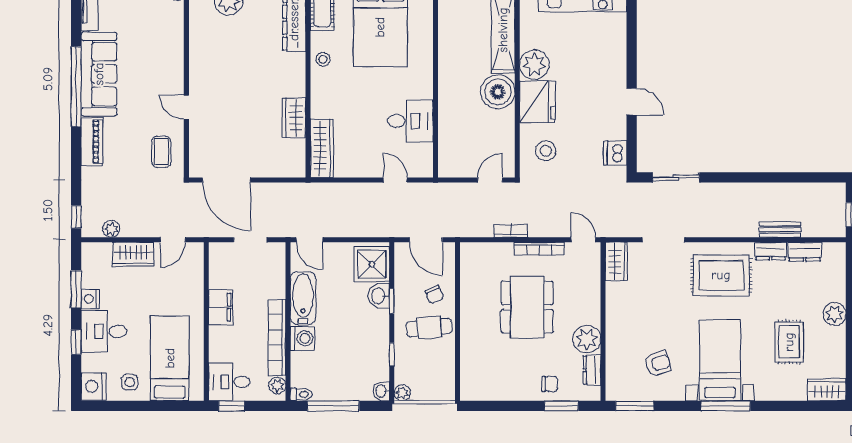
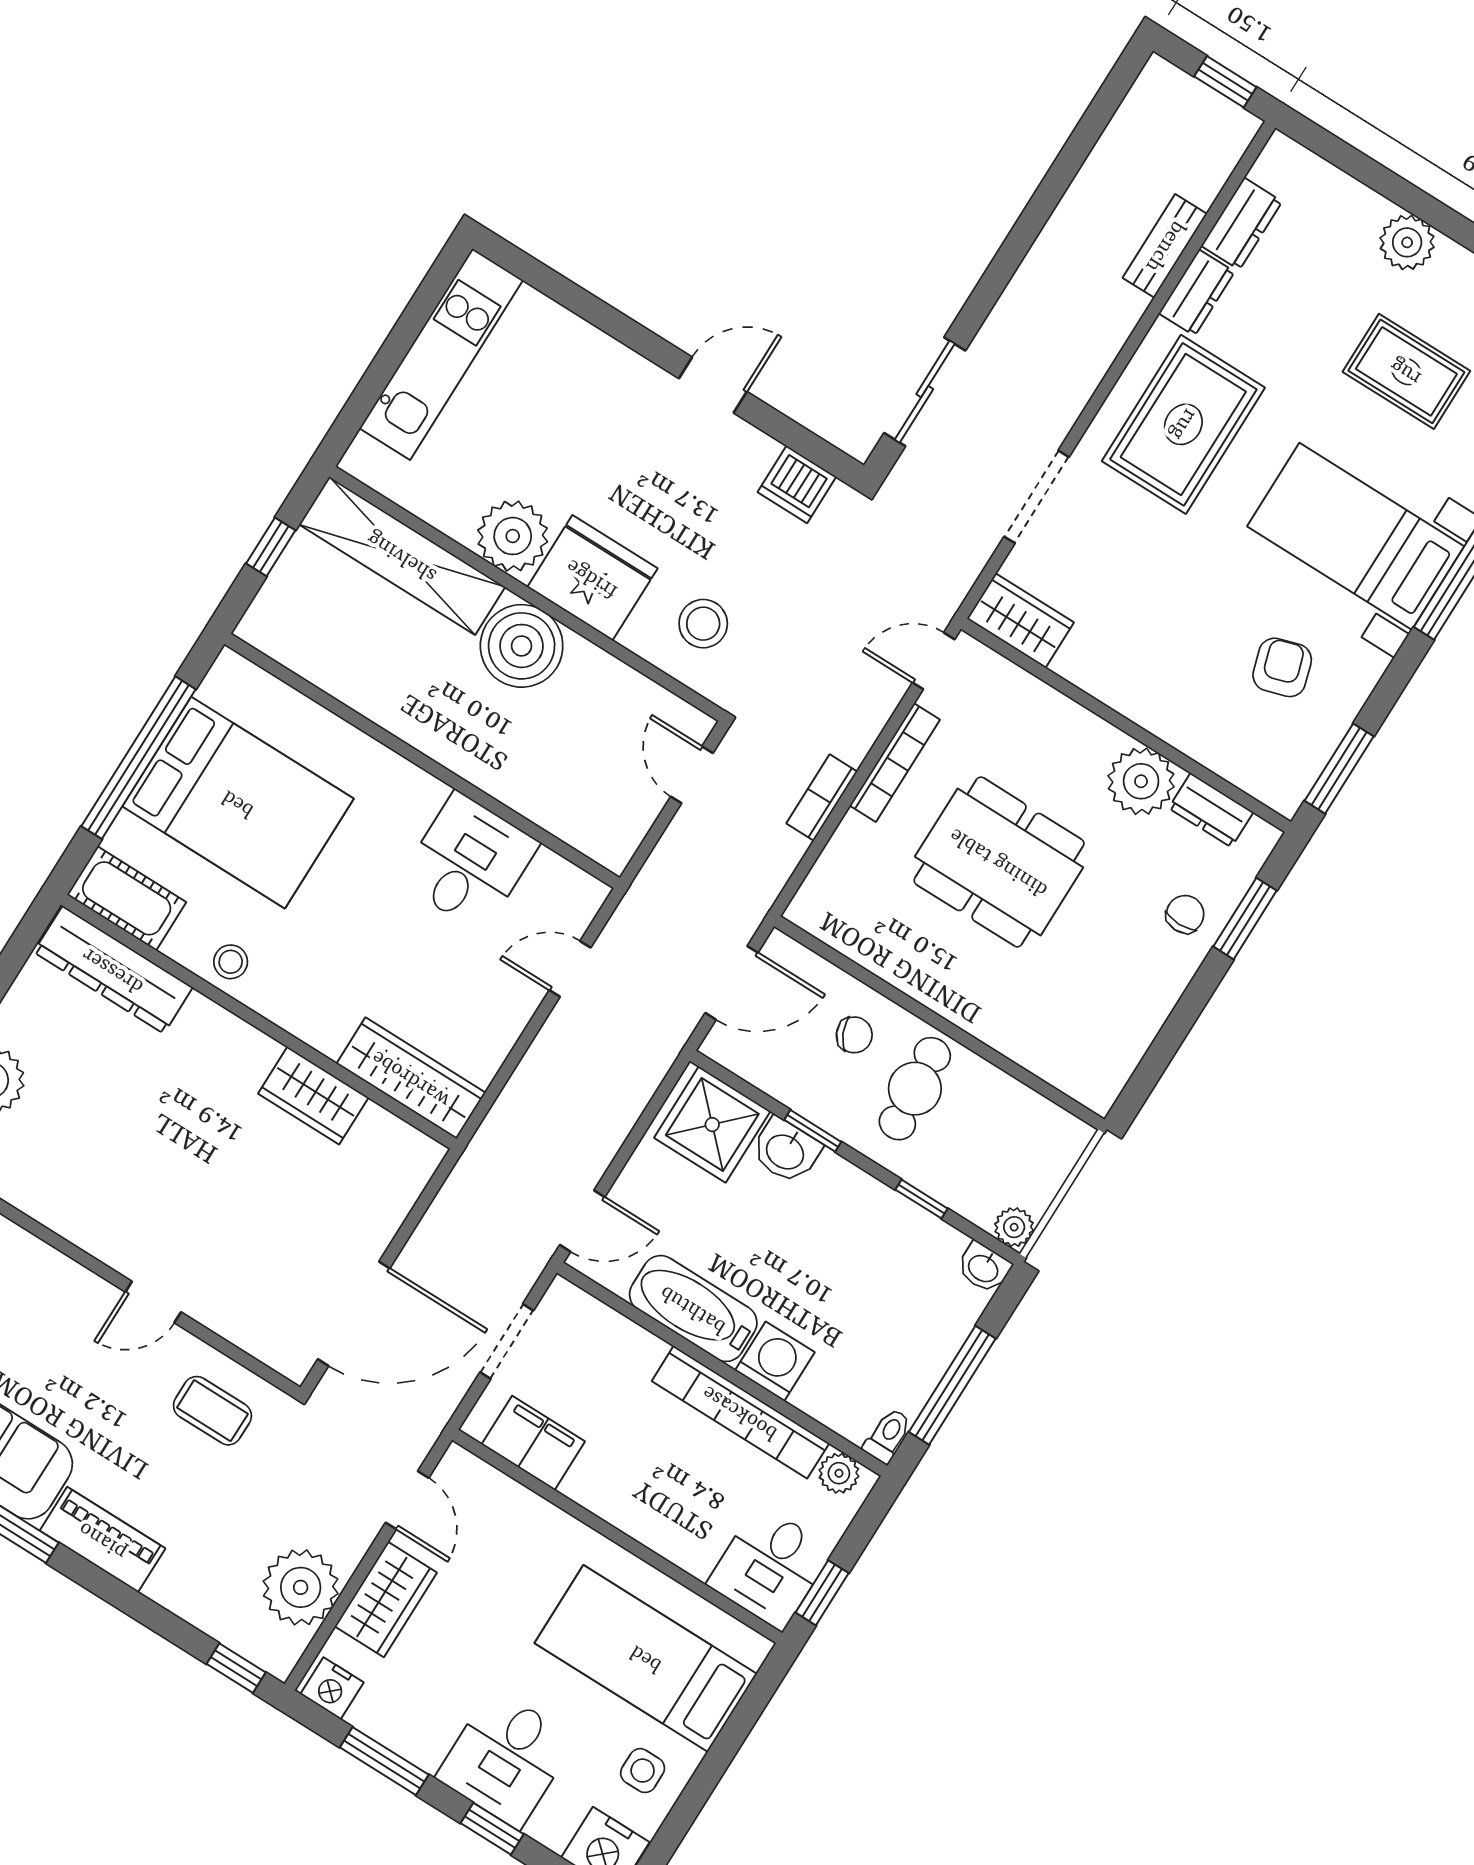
plant: (111, 229) -> (301, 1587), width x1.87, depth x1.87
nightstand: (90, 299) -> (332, 1688), moved
filing cabinet: (221, 307) -> (533, 1443), moved

